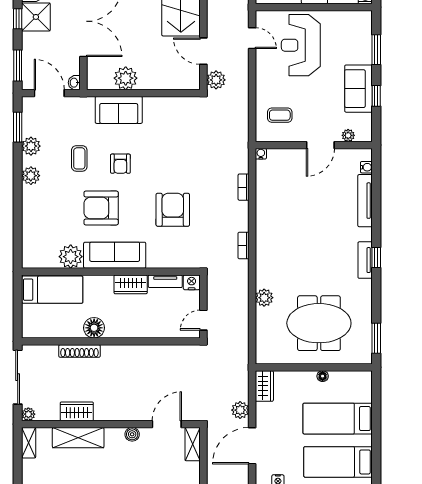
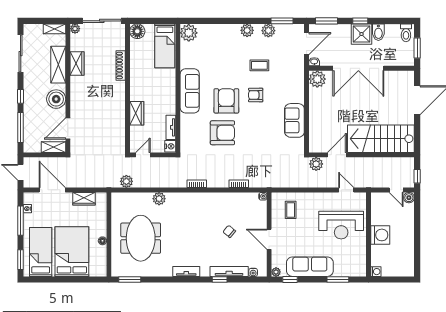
door: (252, 38) -> (346, 190), swing flipped
reception desk: (301, 45) -> (341, 225), turned 180
plant: (126, 78) -> (317, 79), moved
sofa: (358, 89) -> (310, 267), width x1.36
window: (376, 96) -> (290, 279), moved
sofa: (119, 110) -> (294, 120), moved
plant: (348, 135) -> (276, 272), moved
chair: (310, 200) -> (229, 231), added
armchair: (101, 208) -> (226, 101), moved
plant: (71, 257) -> (189, 33), moved
window: (376, 257) -> (220, 279), moved
wardrobe: (131, 284) -> (137, 113), moved, turned 180
door: (203, 320) -> (143, 155), hinge flipped
floor lamp: (94, 328) -> (137, 31), moved
wardrobe: (264, 386) -> (84, 199), moved
plant: (240, 410) -> (126, 181), moved
bed: (338, 419) -> (72, 252), width x1.50
door: (167, 424) -> (68, 128), swing flipped
boiler: (132, 434) -> (56, 99), width x1.86, depth x1.86

